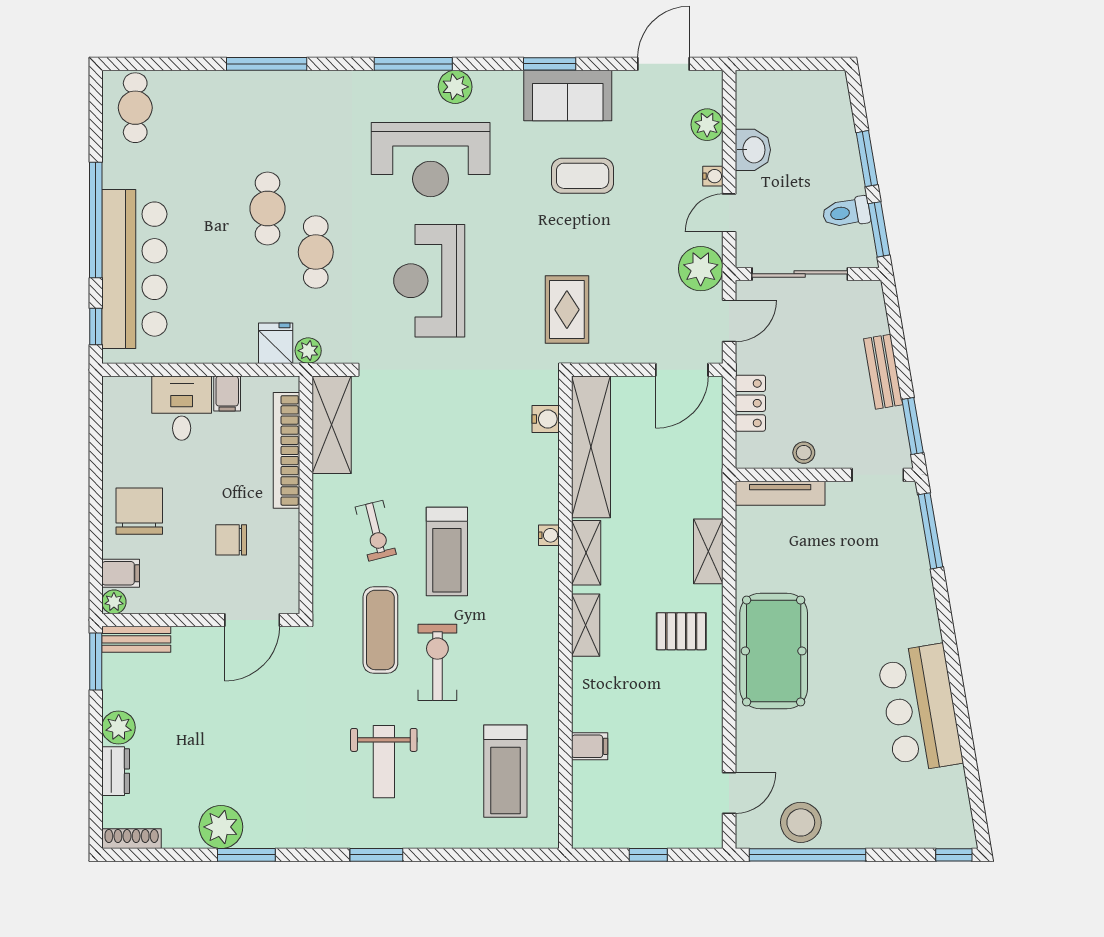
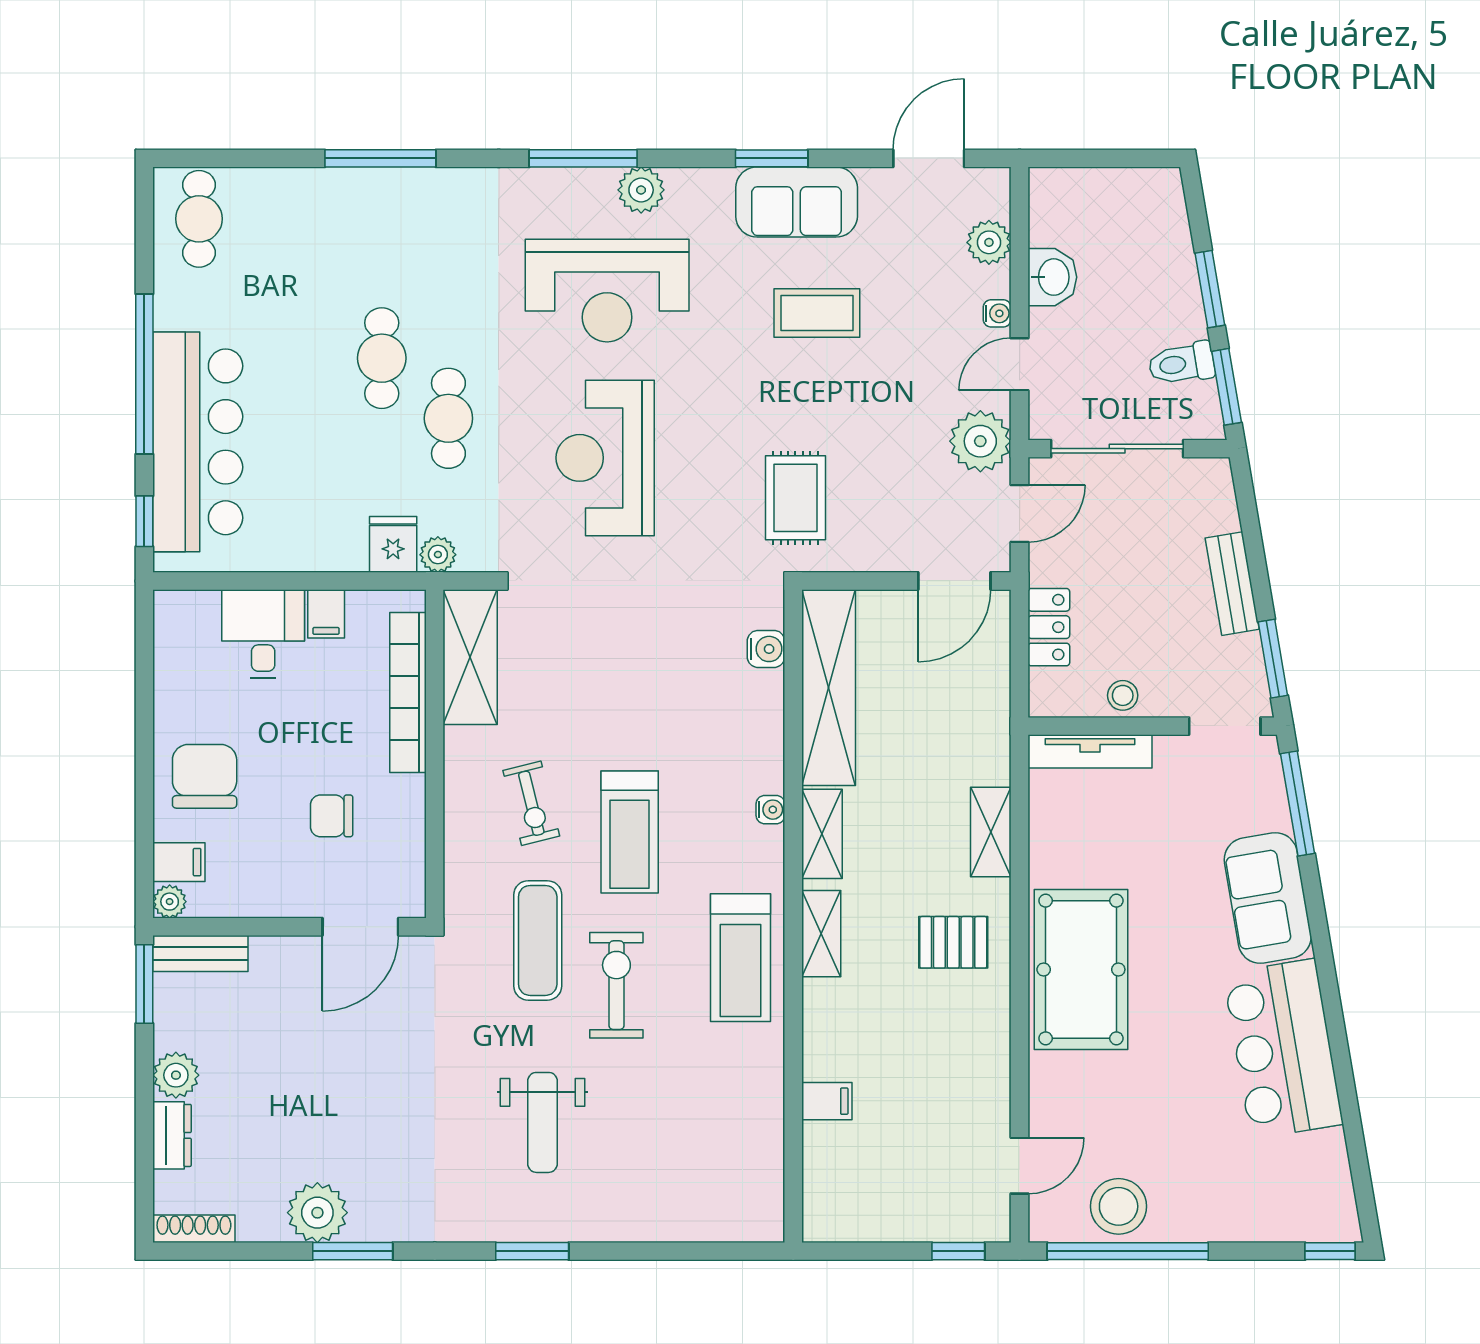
sofa: (909, 599) -> (1268, 898), added
treadmill: (505, 771) -> (741, 958), moved
window: (648, 855) -> (958, 1251), moved

